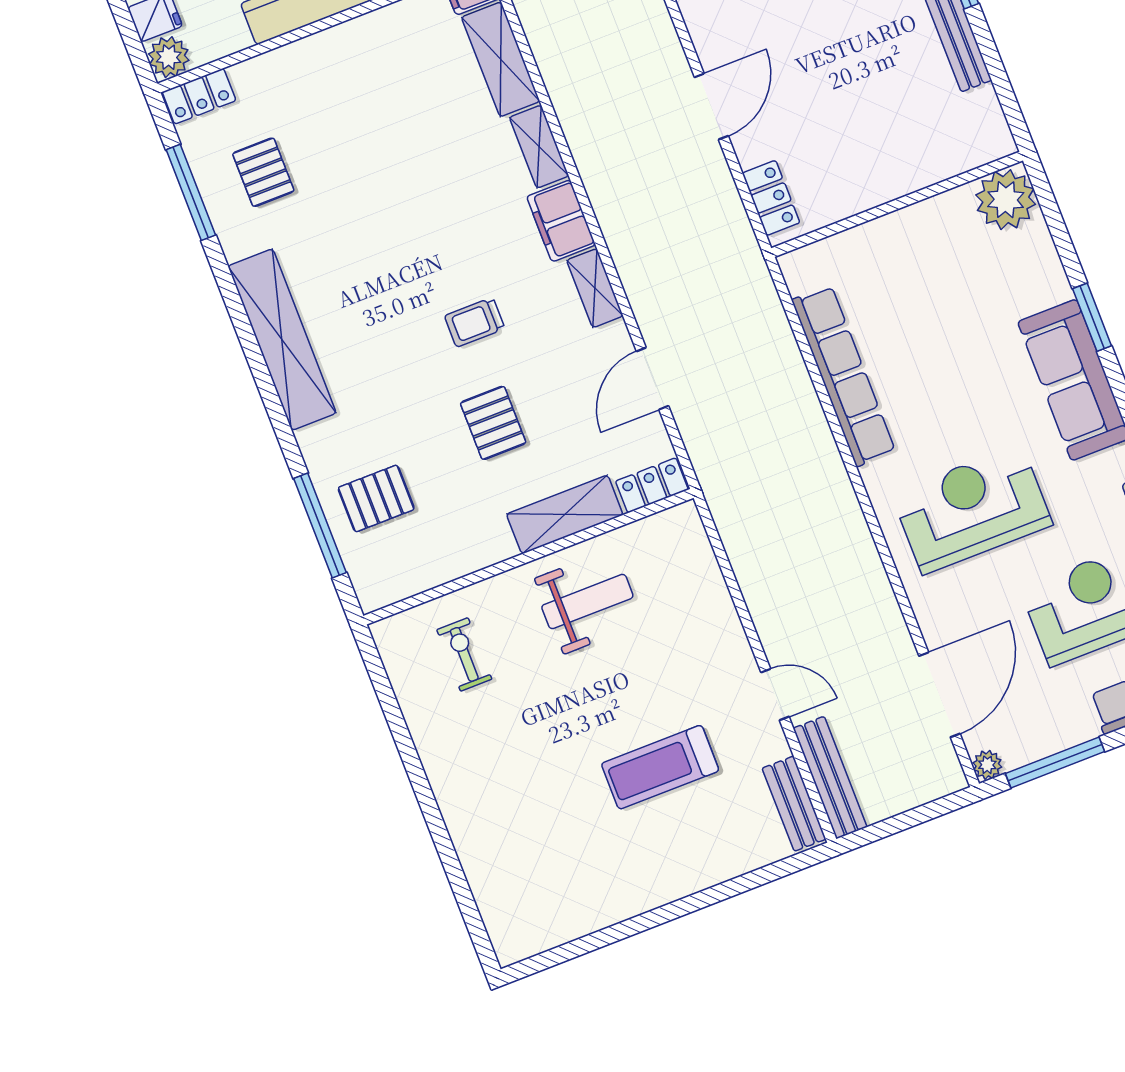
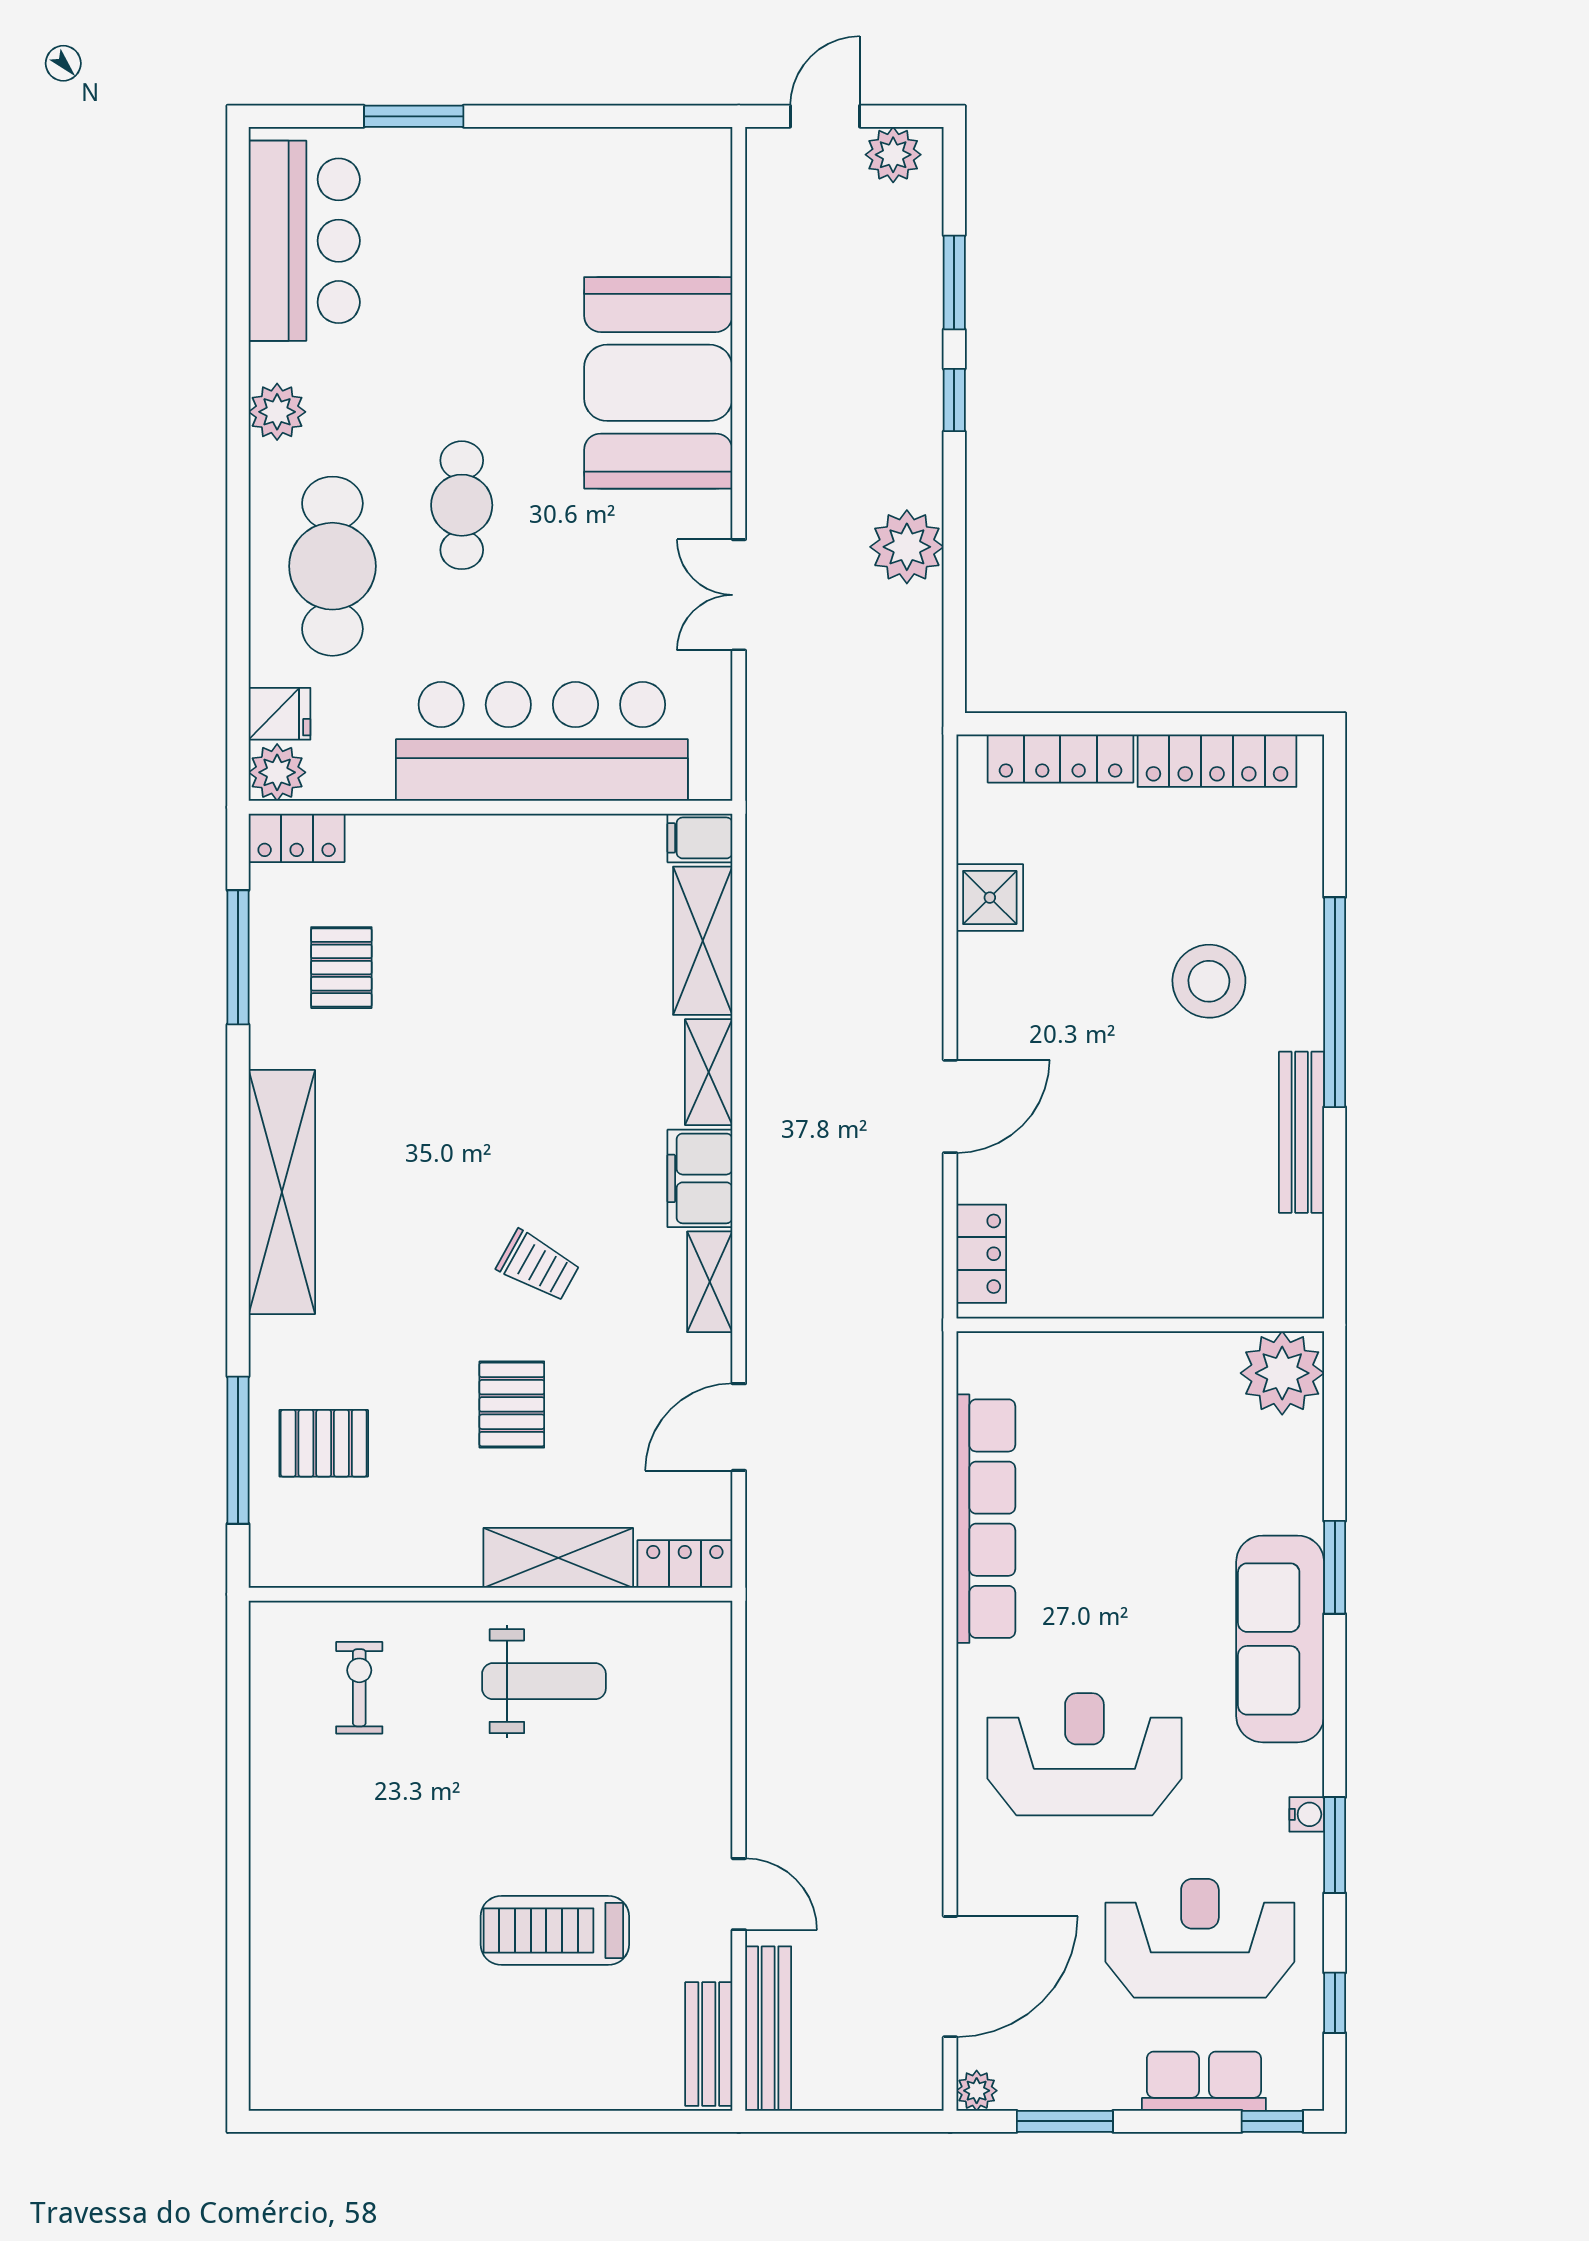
trolley: (475, 322) -> (538, 1266), turned -151
window: (1055, 763) -> (1065, 2121), width x0.69

